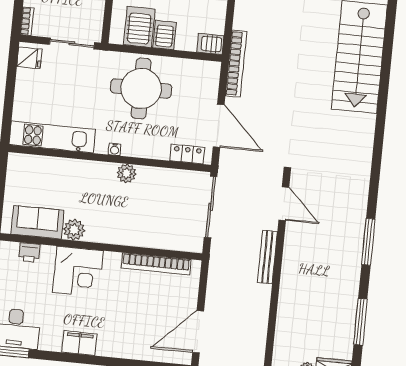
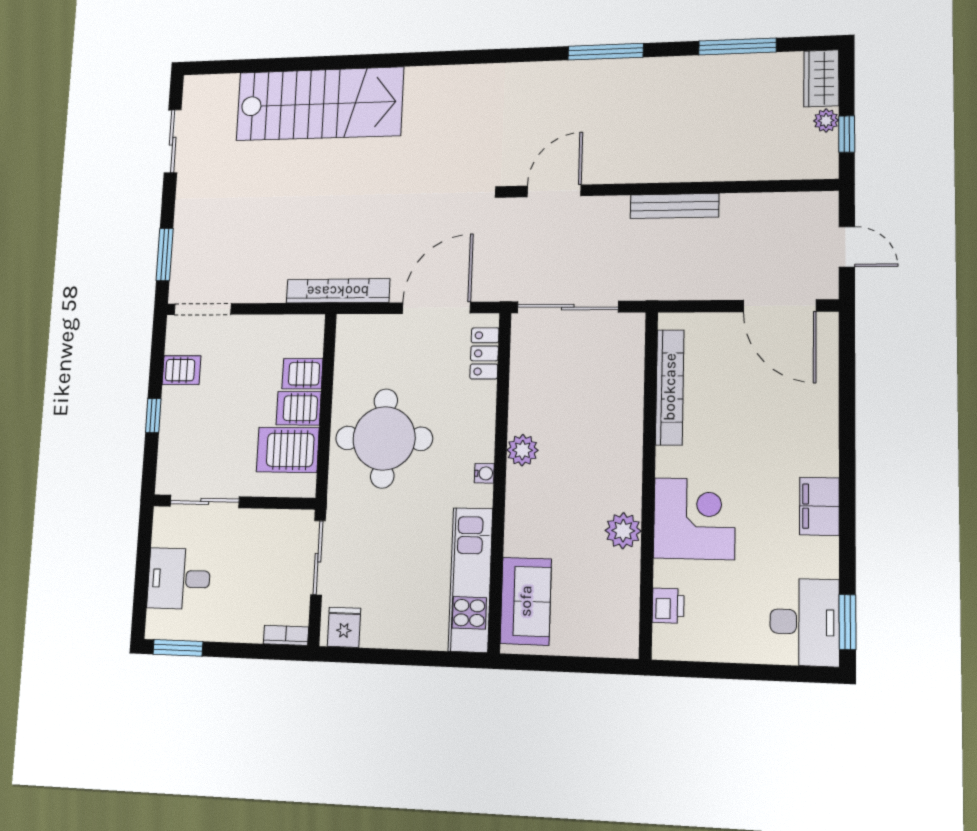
server rack: (210, 44) -> (302, 374), moved, turned 90
sofa: (38, 222) -> (526, 601), moved, turned 180
bench: (267, 257) -> (675, 206), moved

